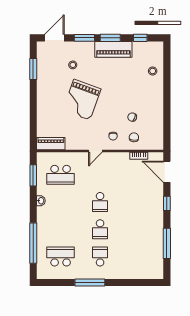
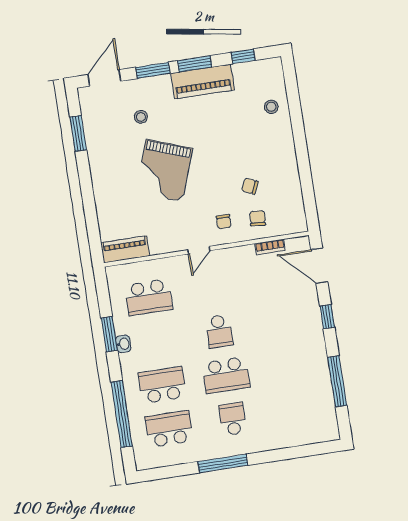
window: (33, 175) -> (109, 334), moved
school desk: (61, 229) -> (162, 385), added
school desk: (100, 229) -> (226, 375), width x1.85

